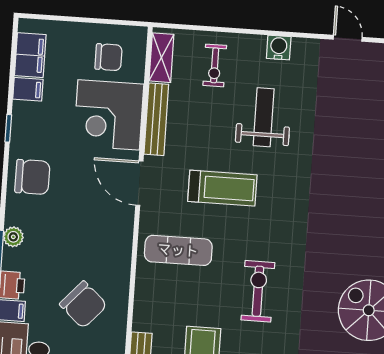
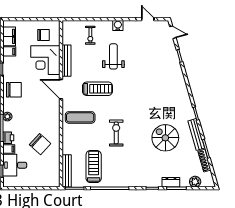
shelving: (161, 58) -> (67, 34), removed

